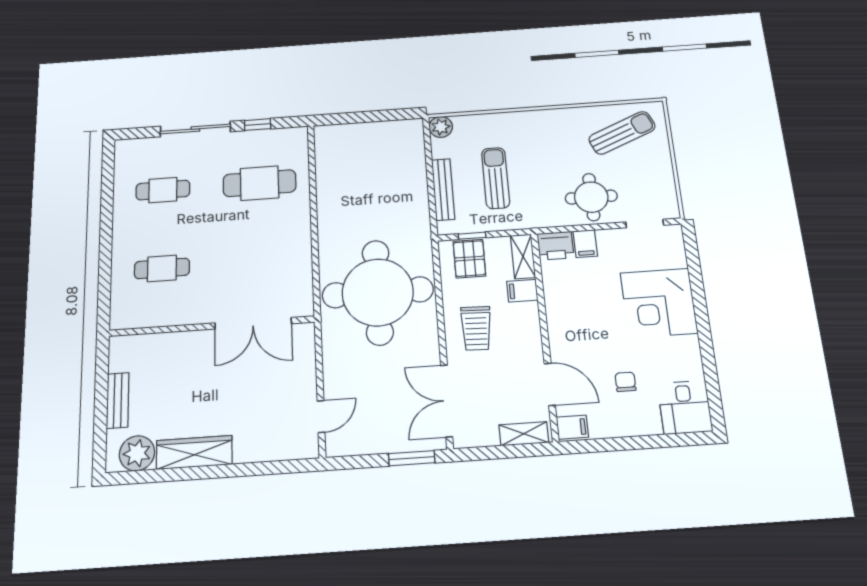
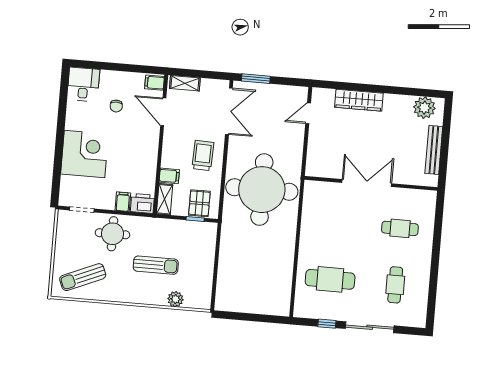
plant: (441, 127) -> (175, 299), moved
sun lounger: (496, 178) -> (156, 265), moved, turned -90
bench: (443, 189) -> (209, 255), removed
cafe table: (163, 190) -> (395, 285), turned 90
double door: (253, 323) -> (367, 183), moved
bench: (118, 400) -> (434, 150), width x1.36
wardrobe: (194, 452) -> (359, 100), moved

